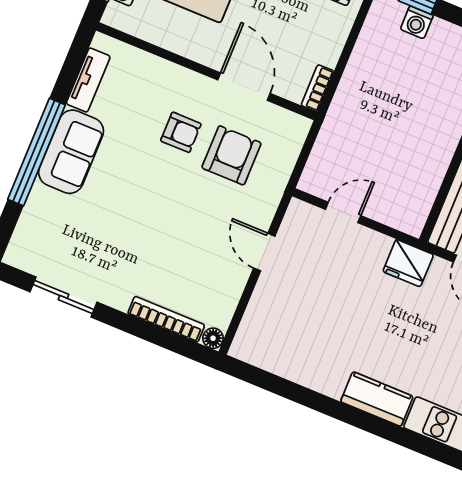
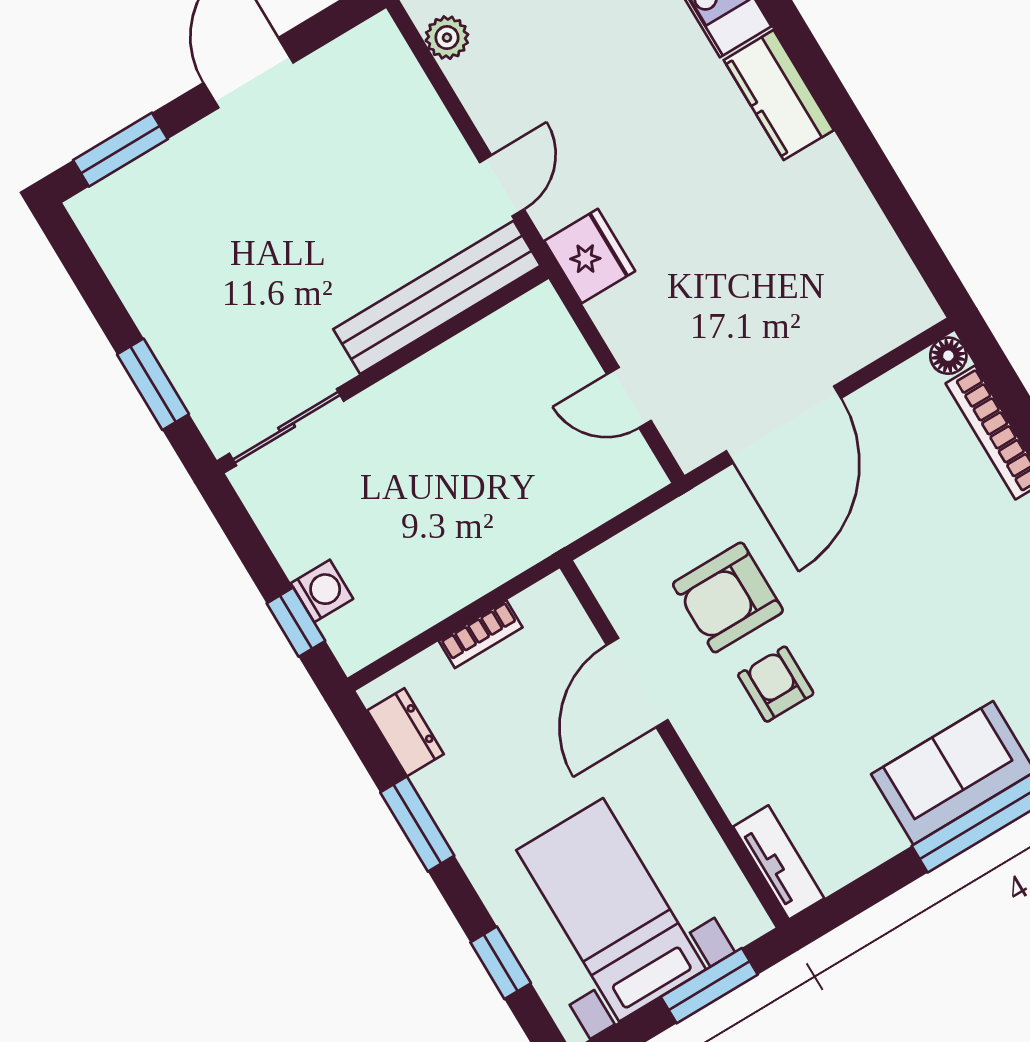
tv unit: (88, 80) -> (779, 862), moved, turned 90
bookcase: (317, 88) -> (481, 634), moved
door: (264, 252) -> (784, 425), width x1.88

